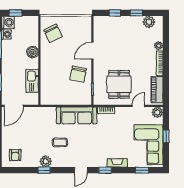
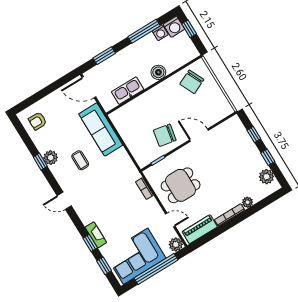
sofa: (77, 115) -> (101, 129), moved
window: (166, 136) -> (156, 269), width x3.17
window: (105, 170) -> (90, 243), moved

